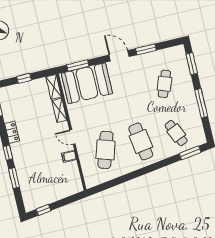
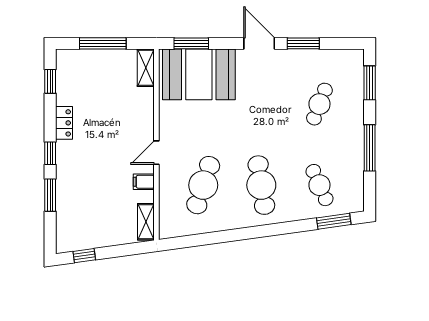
window: (24, 78) -> (103, 43), width x2.17
shelving: (59, 110) -> (146, 222), moved
door: (72, 137) -> (156, 153), hinge flipped

